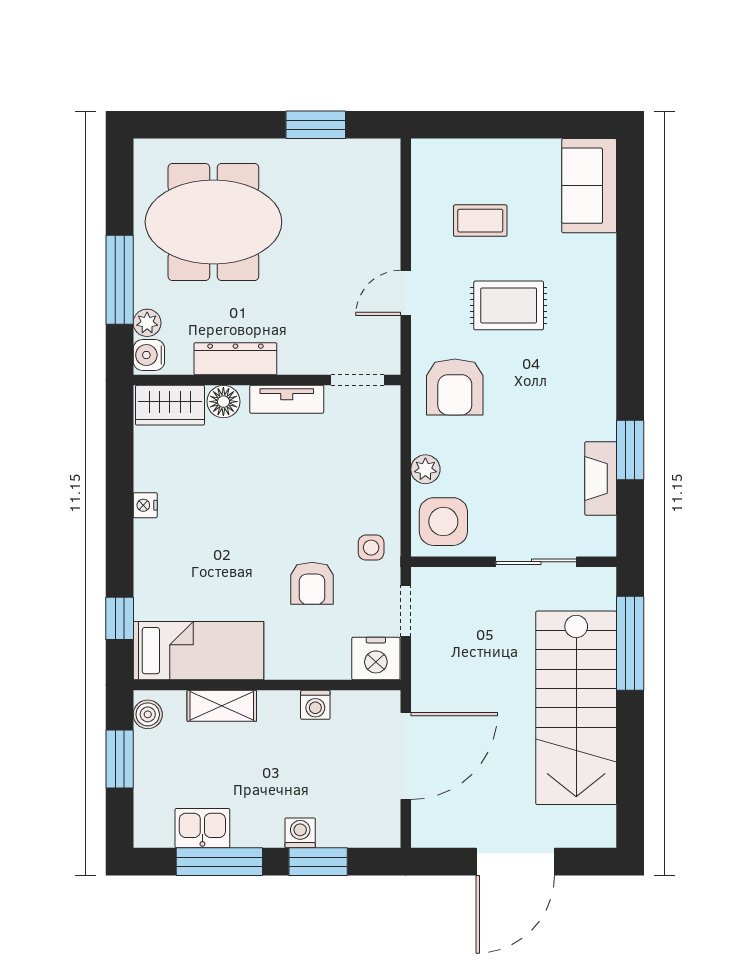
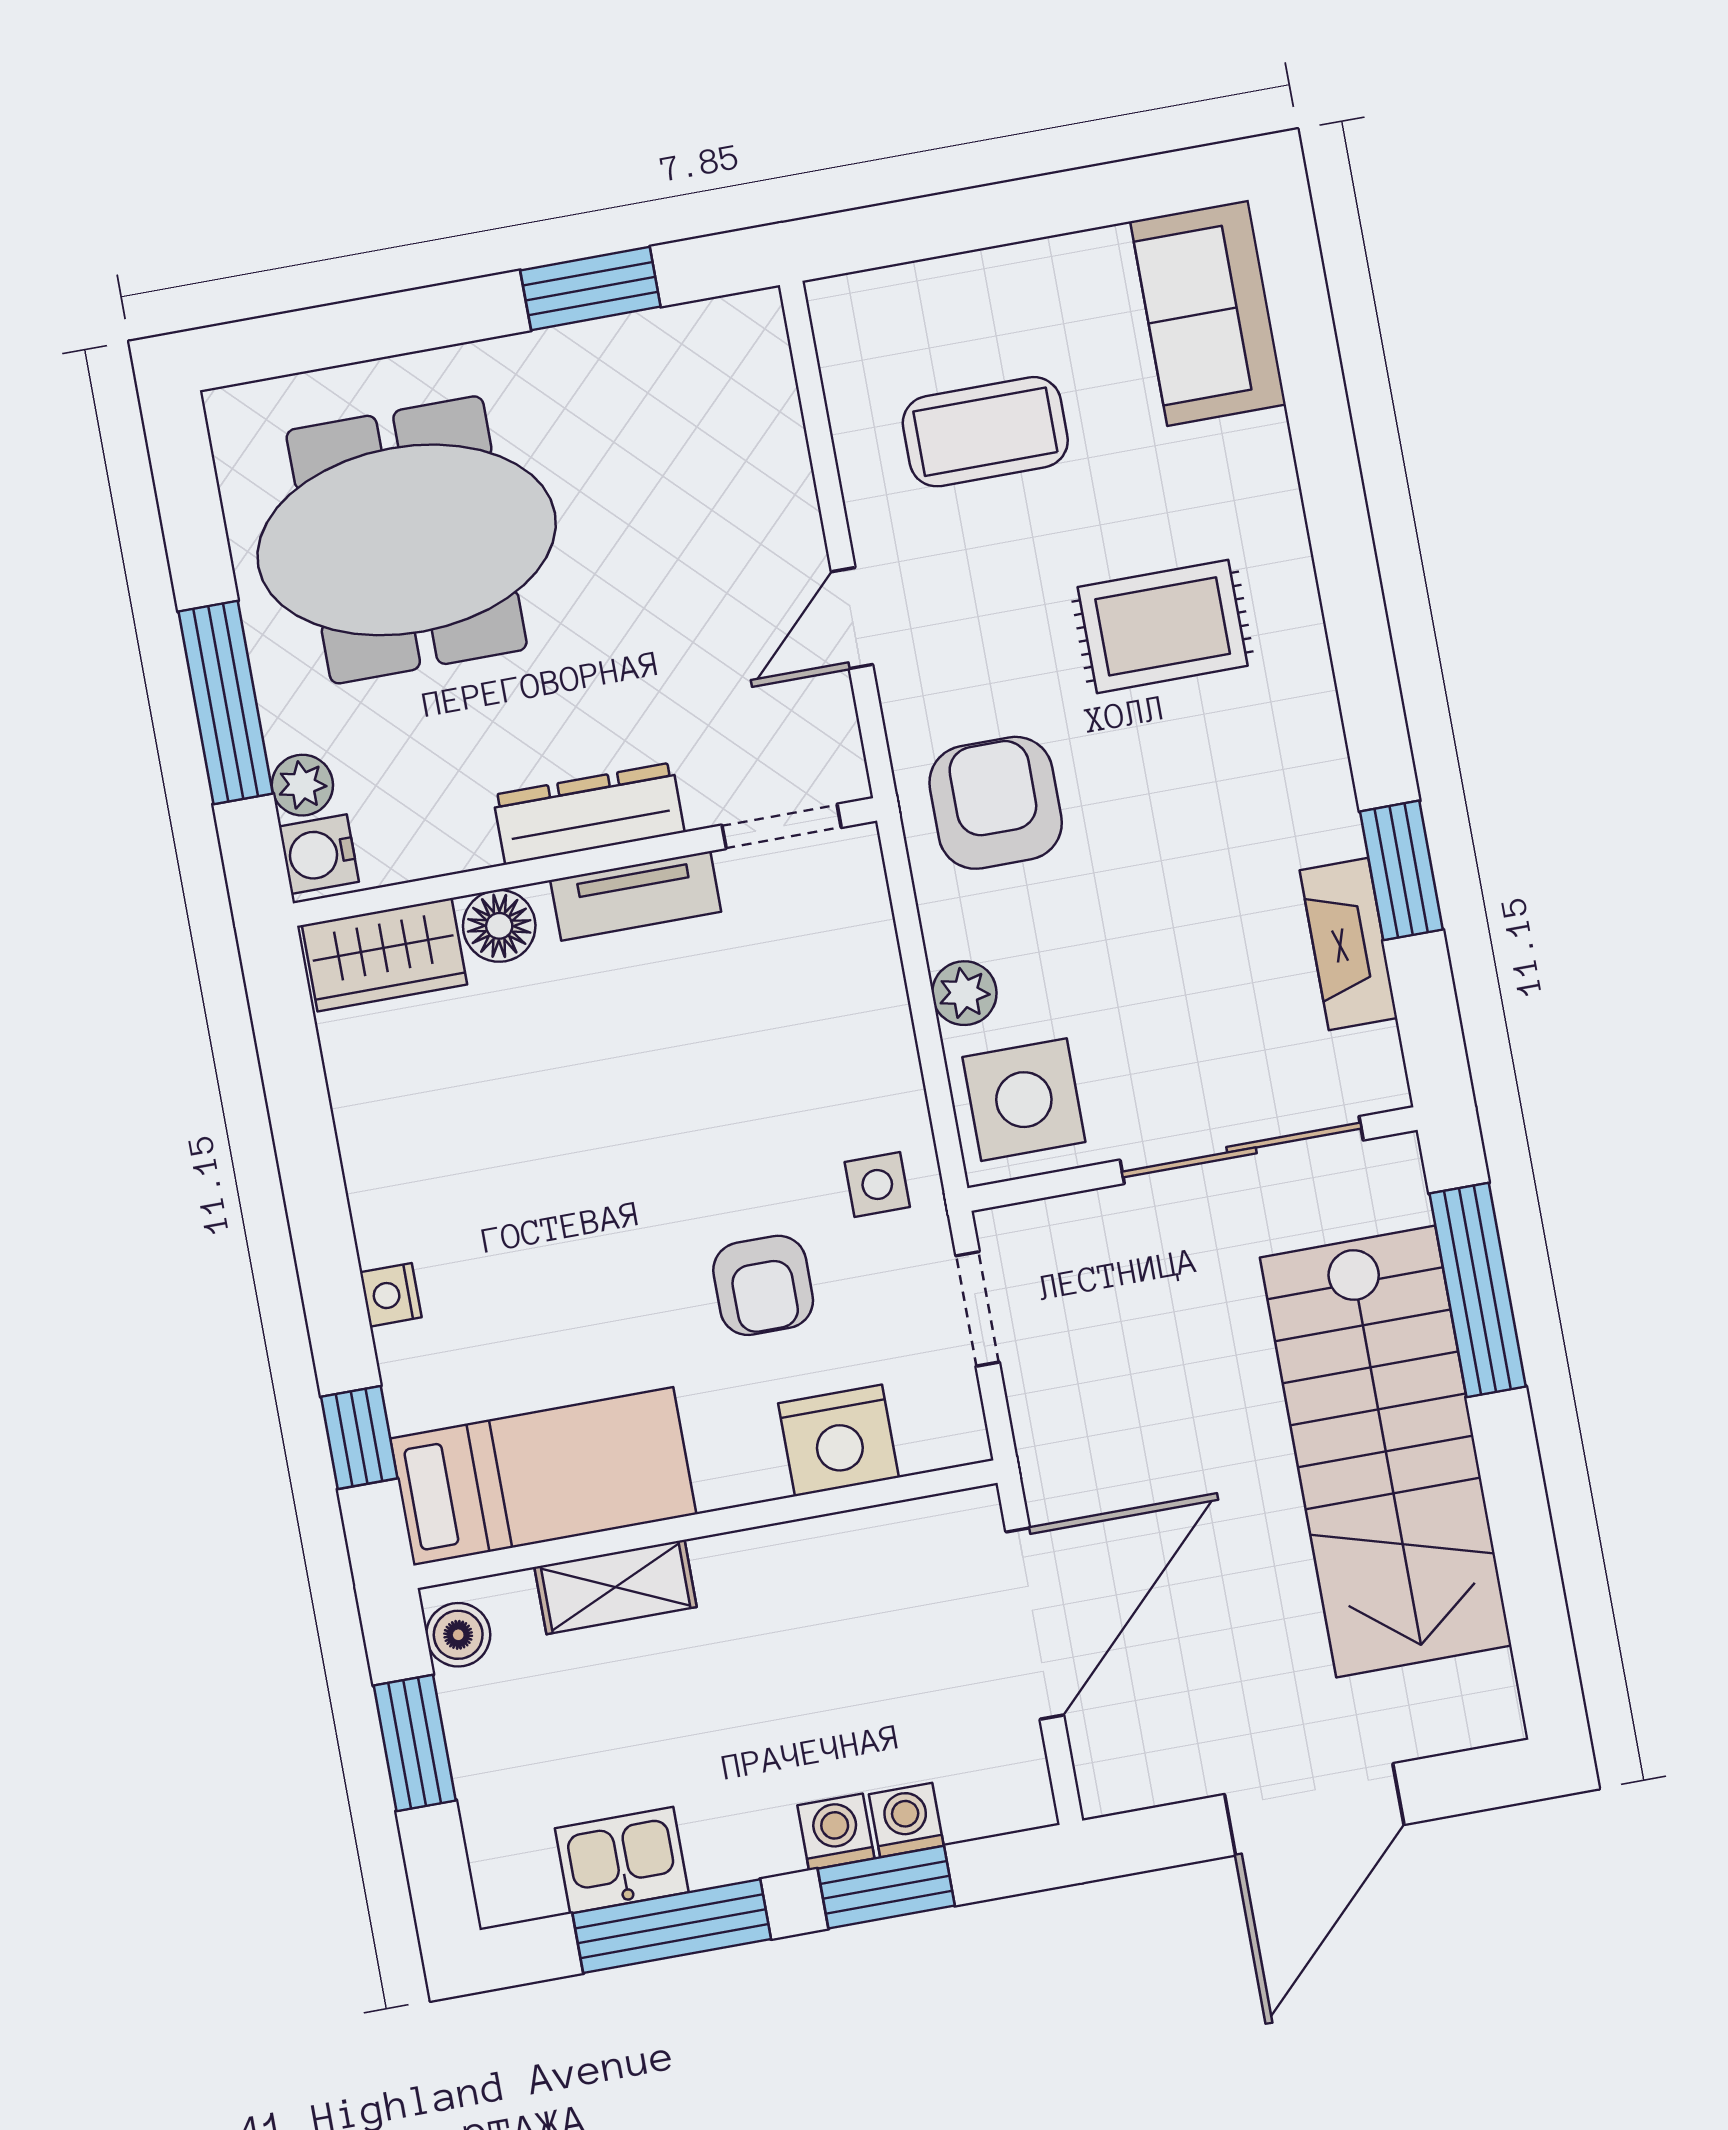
coffee table: (480, 221) -> (985, 432), width x1.36, depth x1.30
rug: (509, 305) -> (1163, 626), moved
dresser: (235, 359) -> (589, 814), moved
armchair: (455, 387) -> (996, 803), turned 180
nightstand: (145, 505) -> (391, 1295), moved
sliding door: (536, 562) -> (1242, 1150), width x1.37
nightstand: (376, 658) -> (839, 1440), moved
washing machine: (315, 705) -> (906, 1820), moved, turned 180

